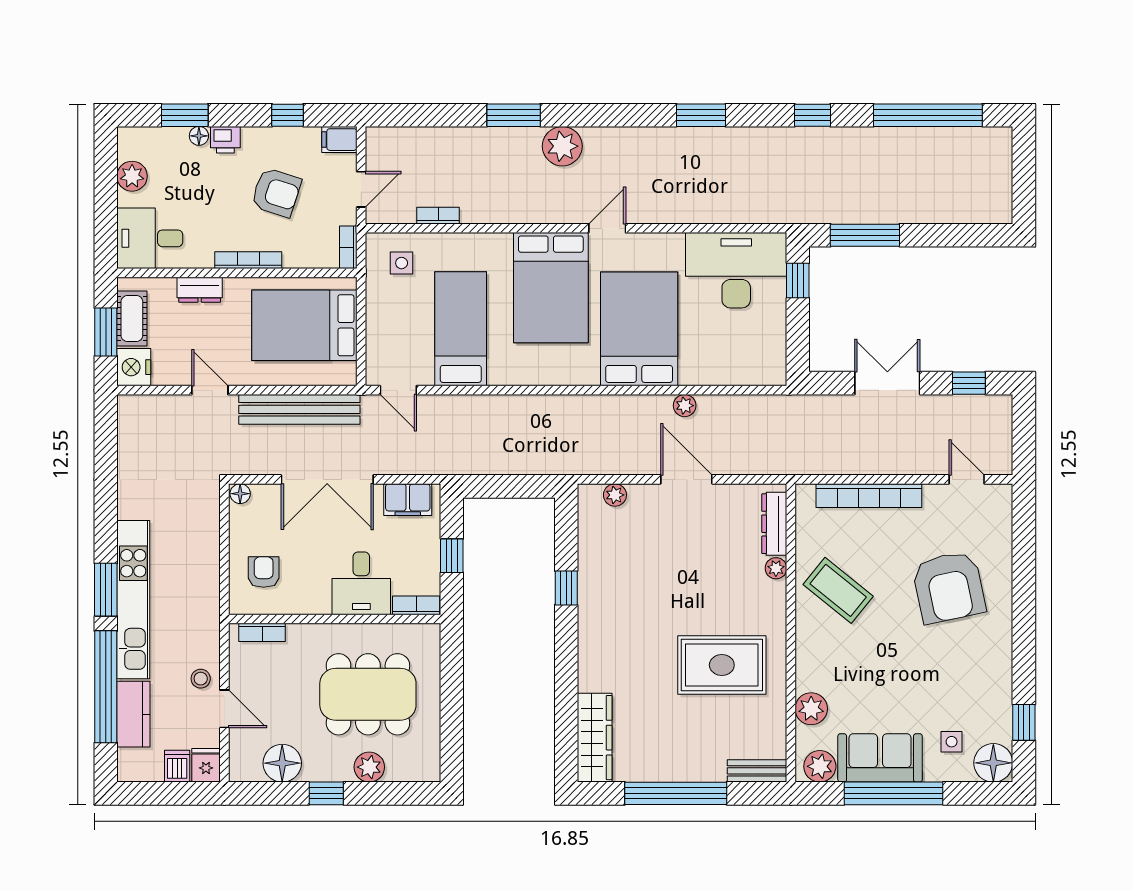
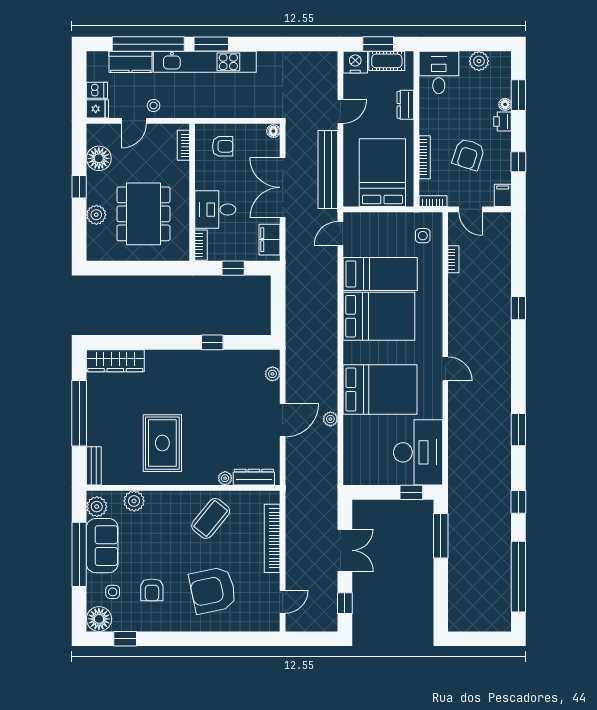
window: (514, 115) -> (518, 308), width x0.67
plant: (562, 146) -> (498, 340), removed
bookcase: (248, 260) -> (425, 157), moved
bed: (551, 288) -> (379, 316), moved, turned 180
armchair: (948, 681) -> (152, 590), added

